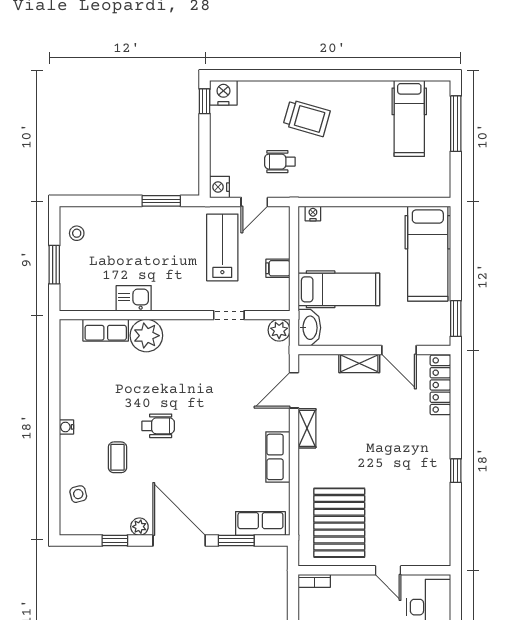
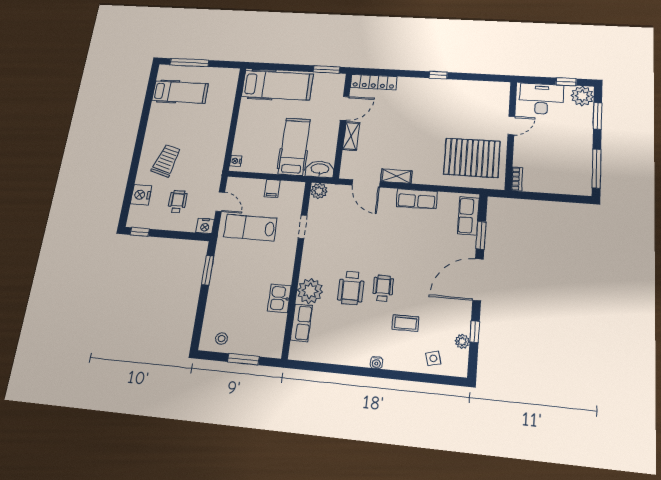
nightstand: (223, 93) -> (141, 195), moved
wheelchair: (280, 162) -> (177, 202), moved, turned 180
wheelchair: (155, 386) -> (351, 288), added
plant: (139, 527) -> (462, 341), moved

